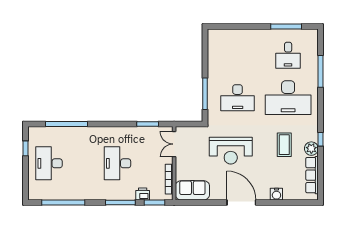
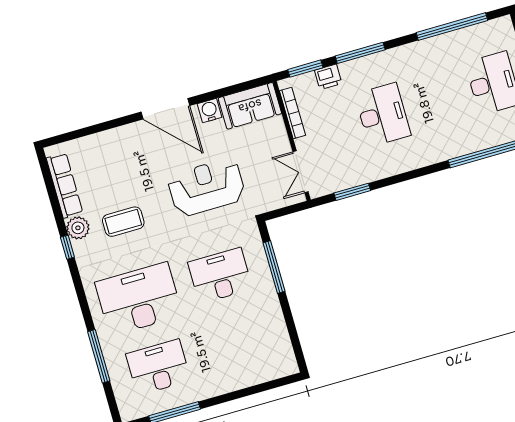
desk: (288, 55) -> (158, 367), width x1.37
double door: (174, 144) -> (301, 172), swing flipped
coffee table: (284, 145) -> (123, 222), turned 90
water cooler: (276, 194) -> (210, 111), moved

